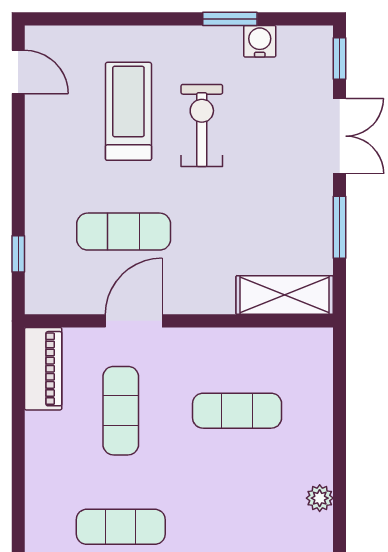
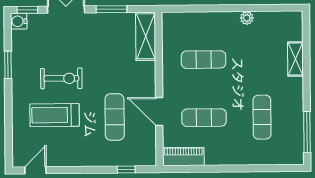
water cooler: (260, 41) -> (19, 21), moved
exercise bike: (202, 126) -> (61, 78), turned 180
exercise mat: (237, 411) -> (204, 60), turned 90

